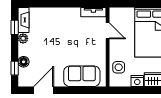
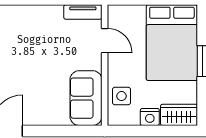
sofa: (82, 76) -> (86, 98), moved, turned -90

